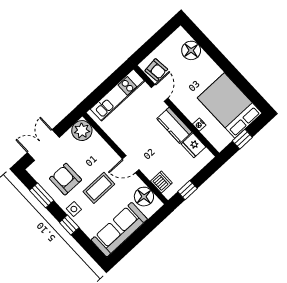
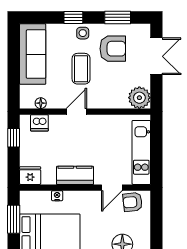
door: (160, 93) -> (112, 188), hinge flipped
window: (242, 139) -> (14, 219), width x1.50
fridge: (193, 145) -> (30, 176), moved
floor lamp: (144, 197) -> (41, 103), width x0.53, depth x0.53

